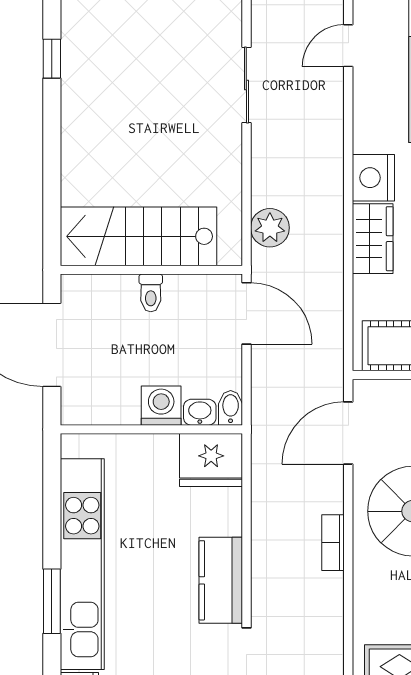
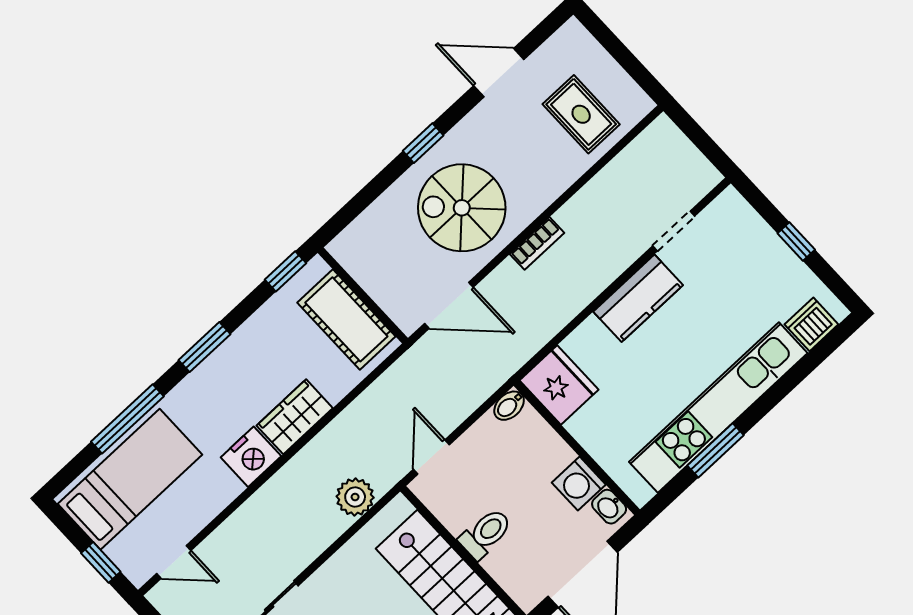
toilet: (151, 293) -> (486, 534), width x1.37, depth x1.39
door: (246, 313) -> (431, 457), width x0.73
washing machine: (161, 406) -> (579, 484), moved
washbasin: (200, 412) -> (609, 507), moved
window: (52, 601) -> (715, 450), moved

